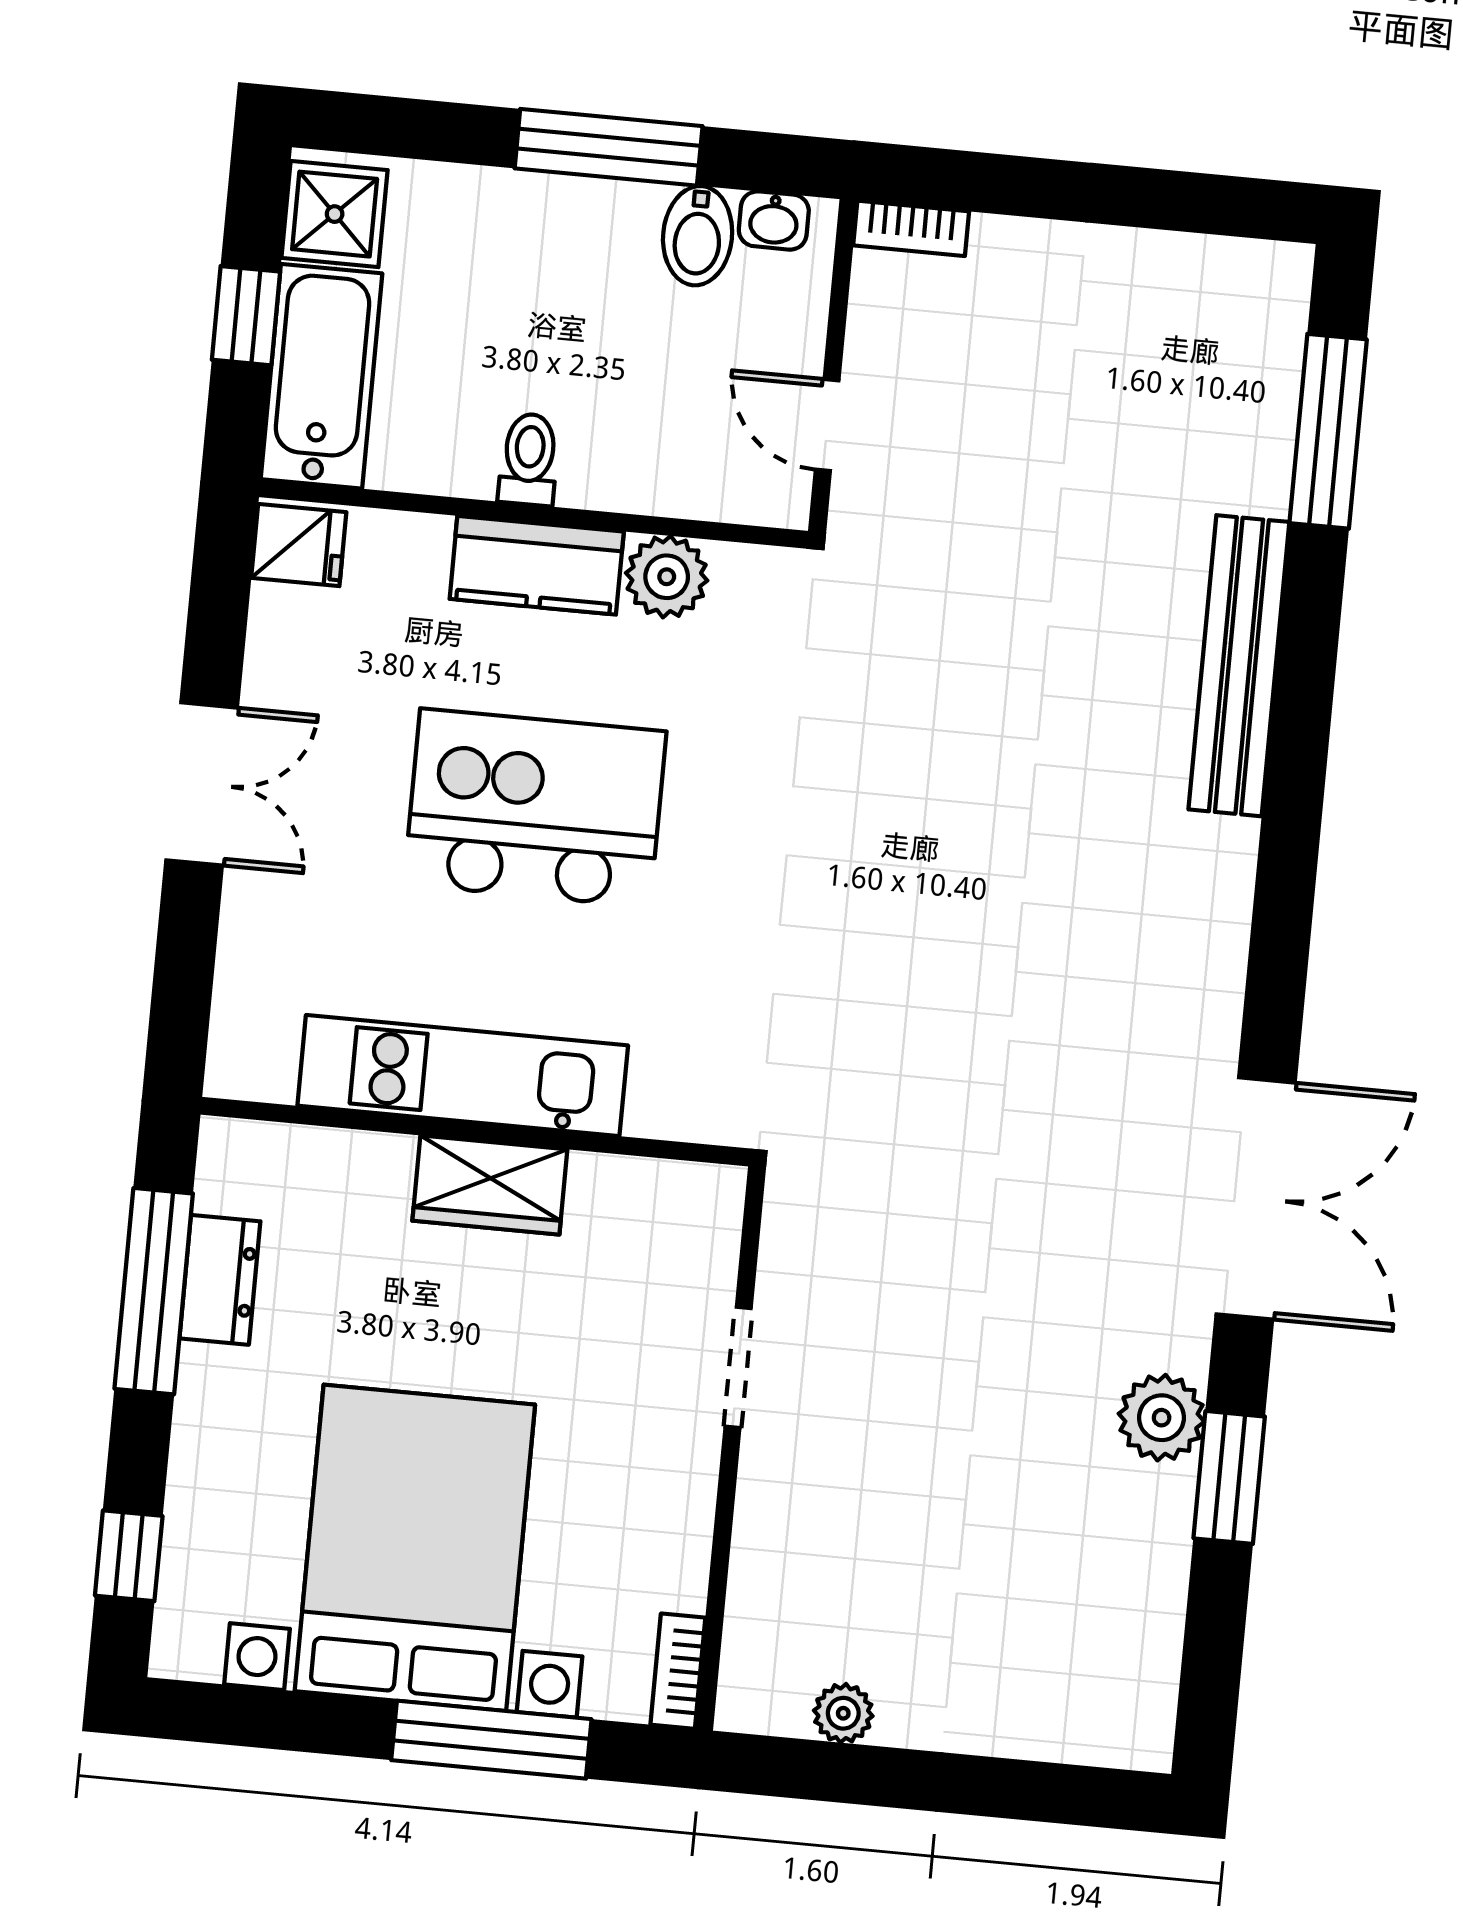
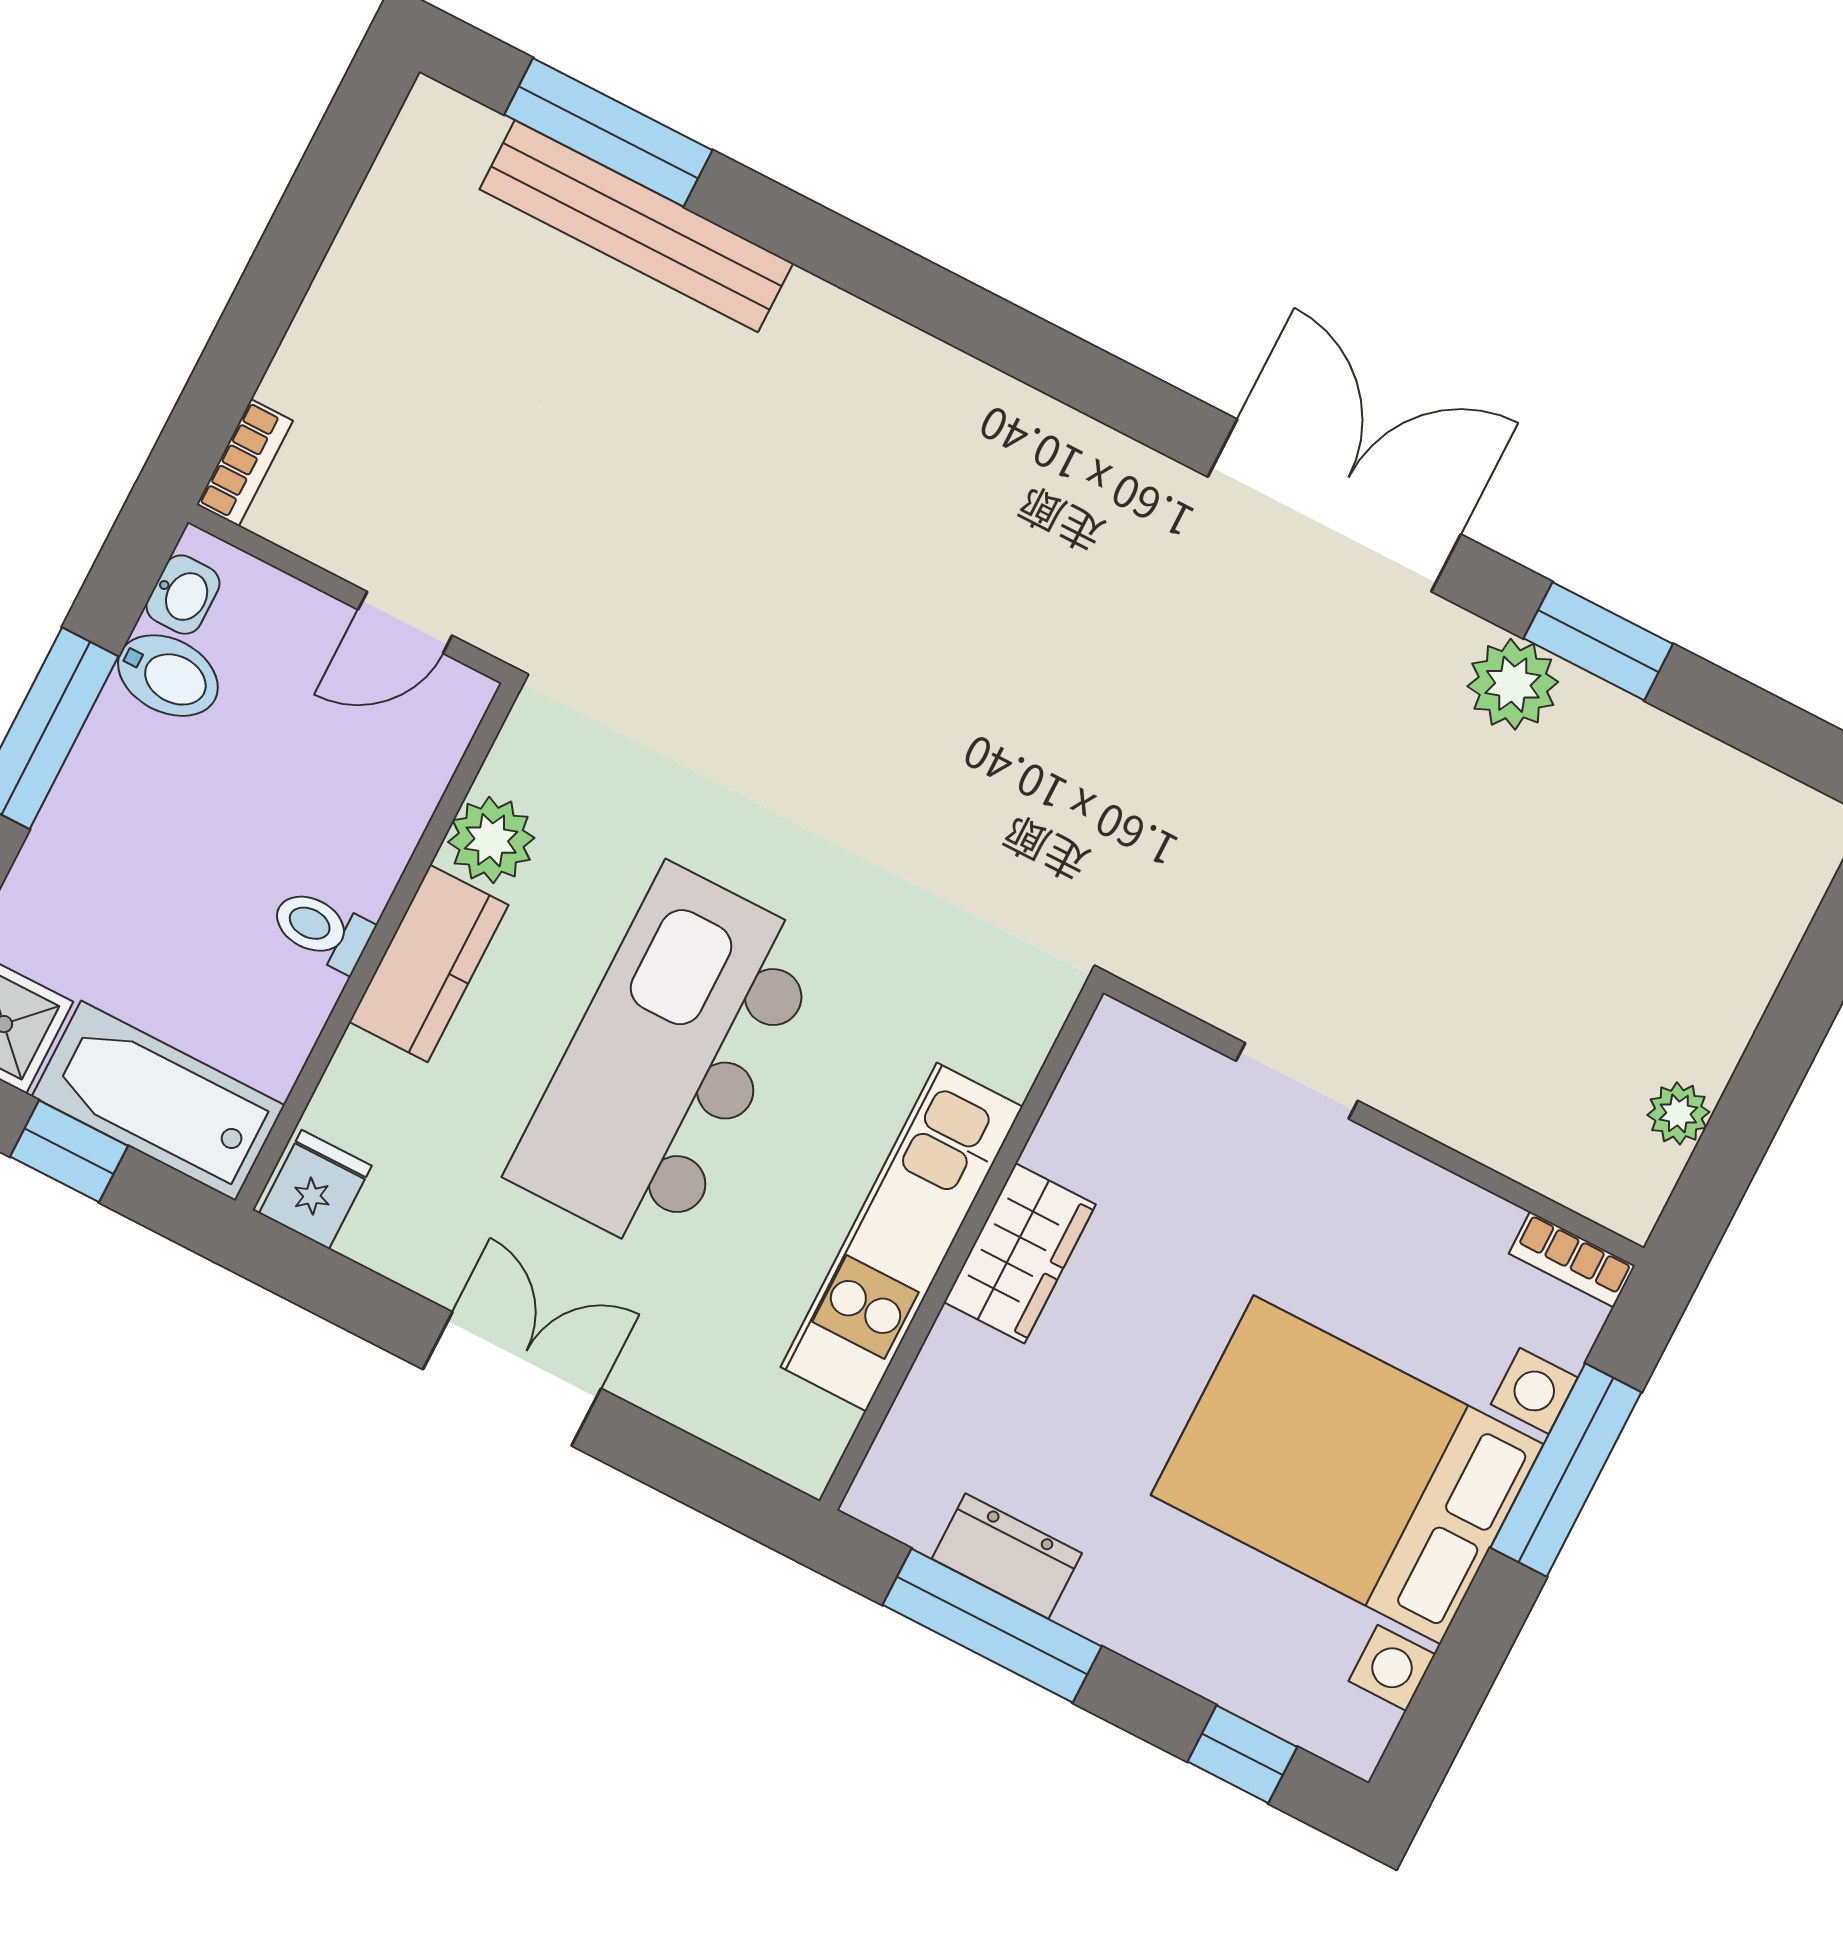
bench: (1239, 666) -> (636, 226), moved
kitchen island: (535, 808) -> (667, 1061), width x1.37

